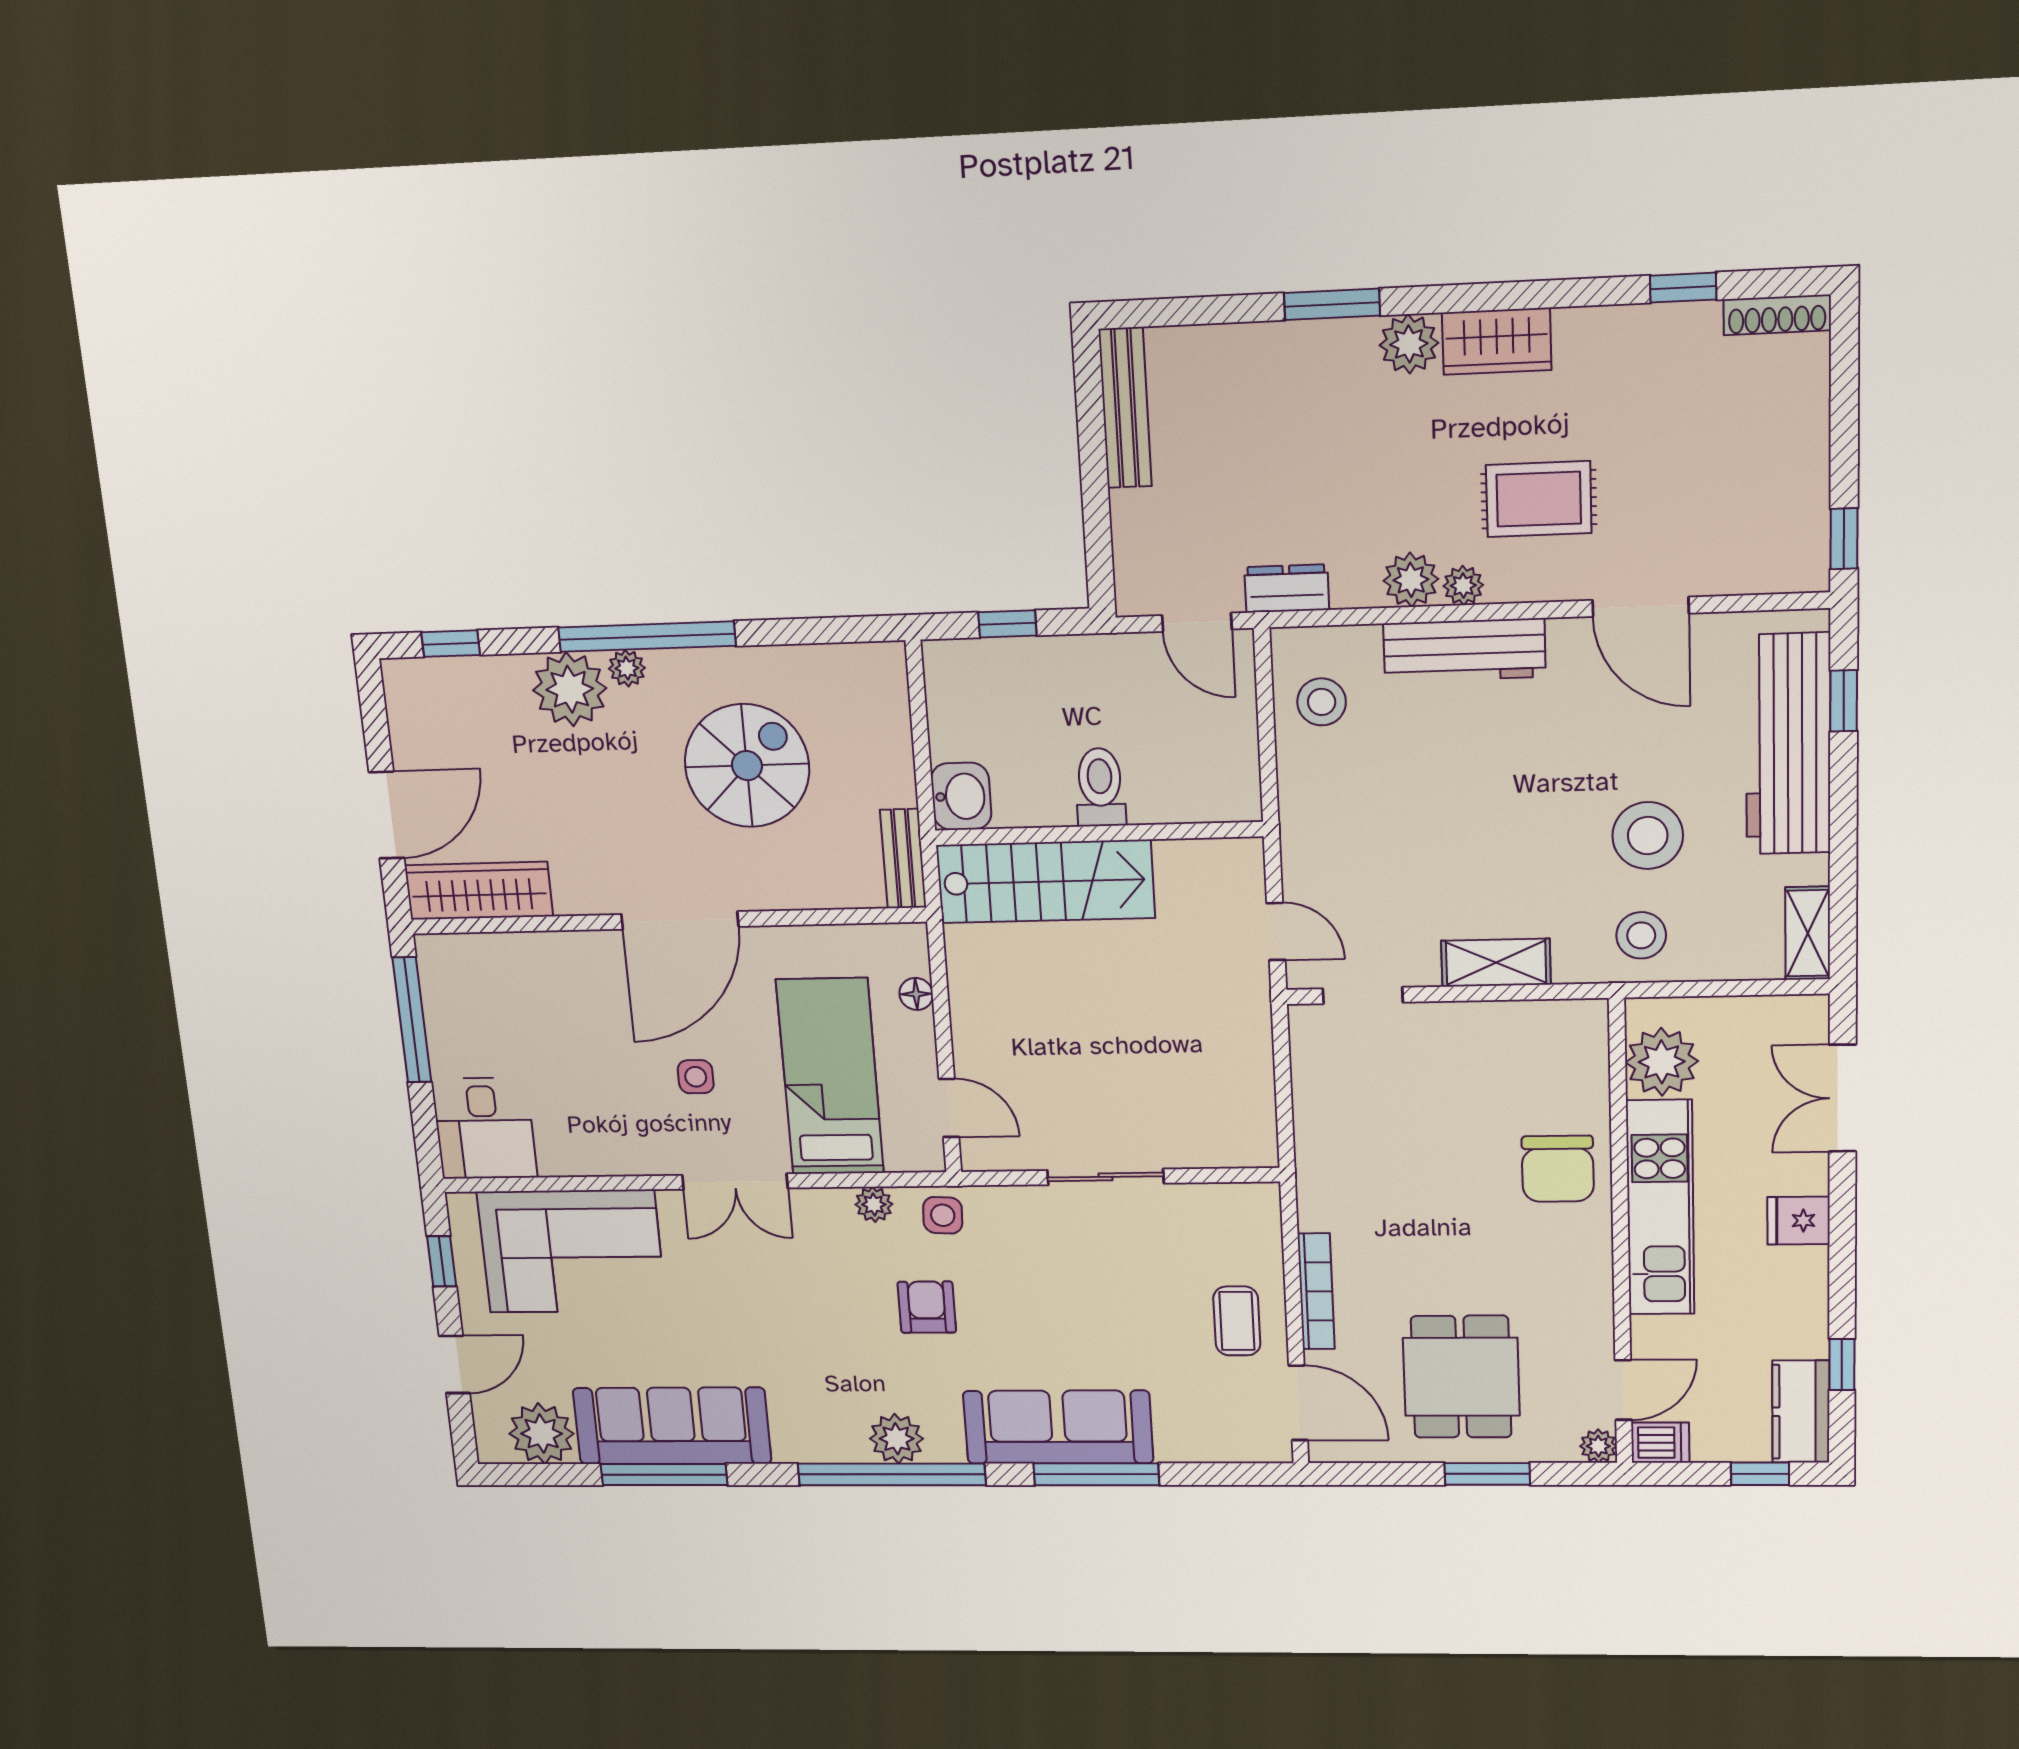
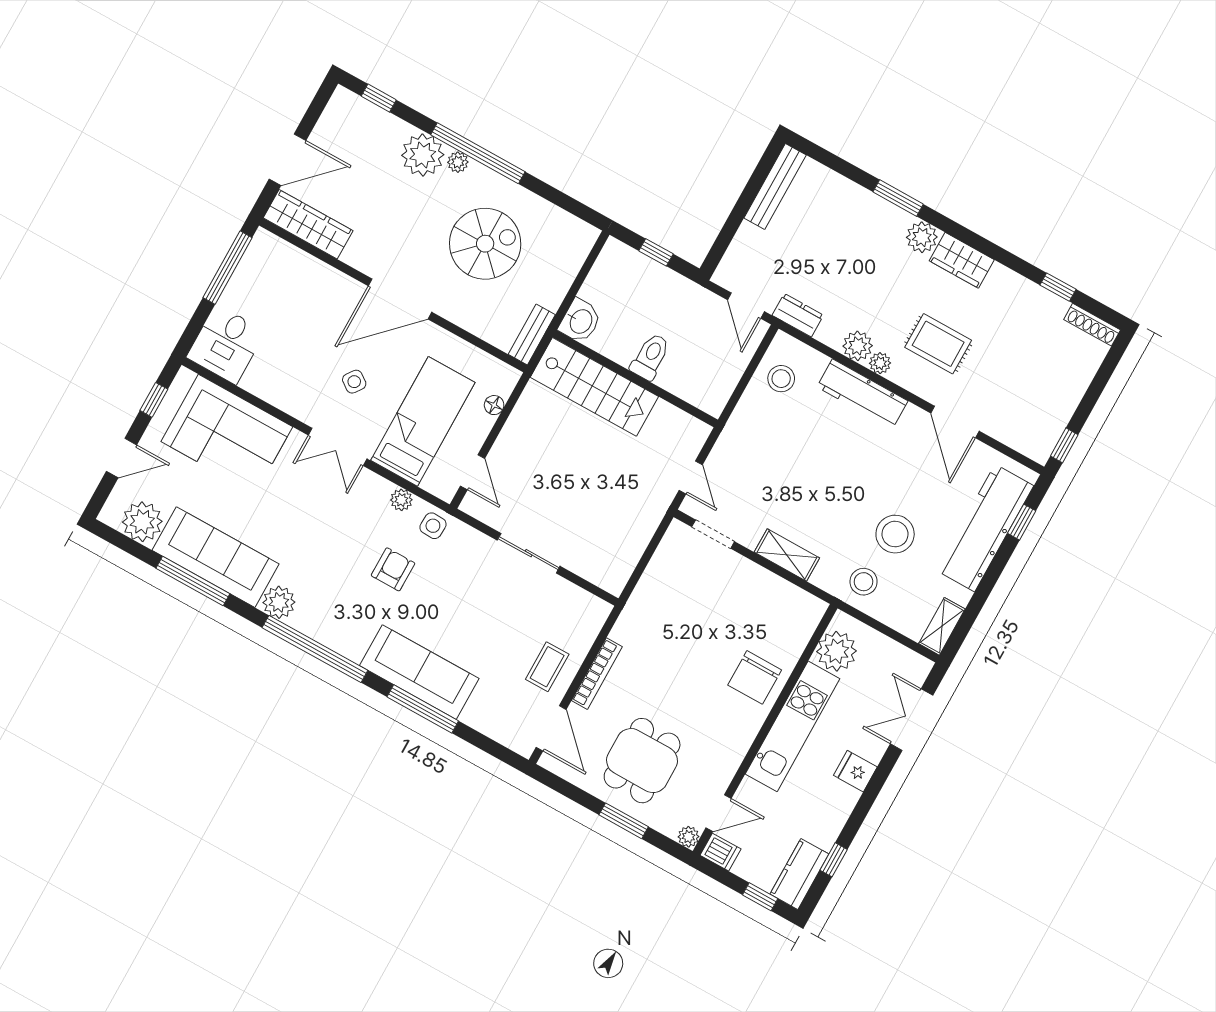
side table: (696, 1077) -> (354, 382), turned 36
plant: (897, 1439) -> (279, 602), moved

